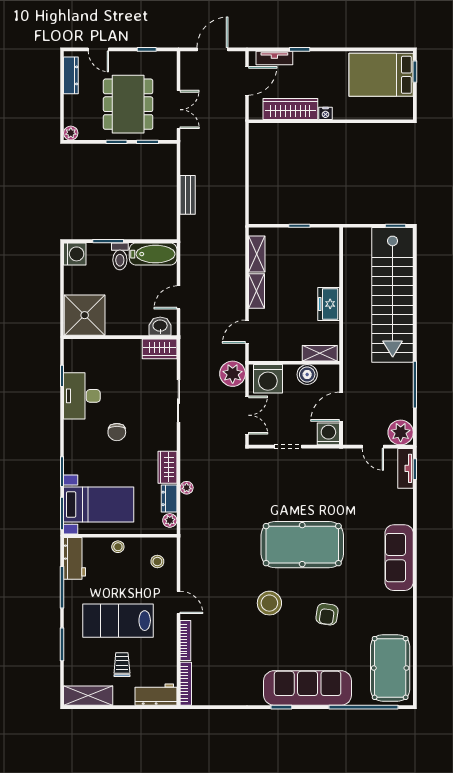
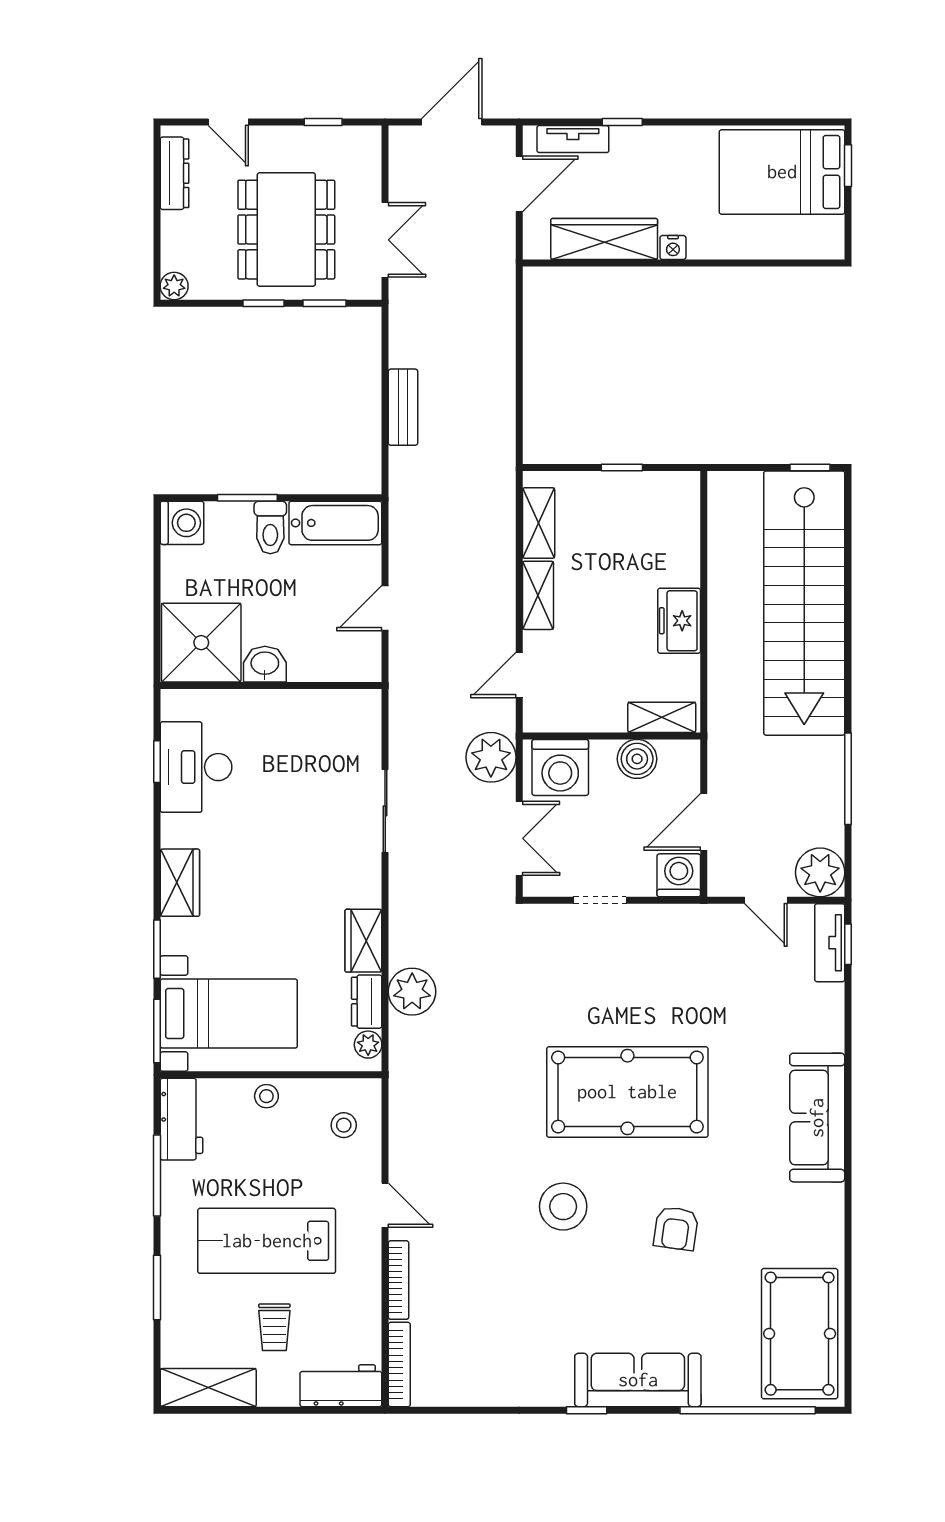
washbasin: (160, 326) -> (265, 664), moved
wardrobe: (160, 349) -> (180, 883), moved, turned -90
desk: (82, 396) -> (196, 767), moved
chair: (117, 432) -> (264, 872), removed
plant: (187, 488) -> (412, 992), width x1.88, depth x1.88
trolley: (122, 665) -> (274, 1327), turned 180
sofa: (308, 688) -> (638, 1380), width x0.74, depth x0.79

